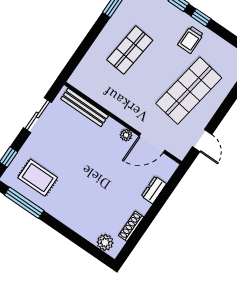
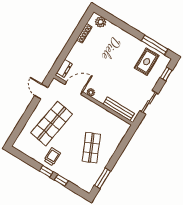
shop shelf: (130, 50) -> (91, 148), turned -30
rug: (38, 178) -> (147, 62), turned 90
dresser: (154, 190) -> (64, 68), moved

